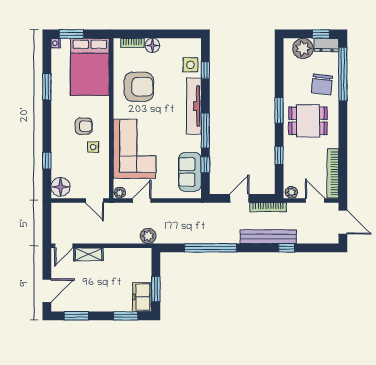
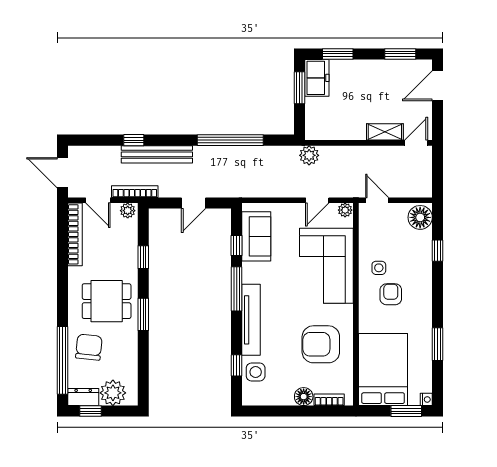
armchair: (84, 126) -> (391, 294), turned 90
bookcase: (268, 207) -> (135, 192), moved

